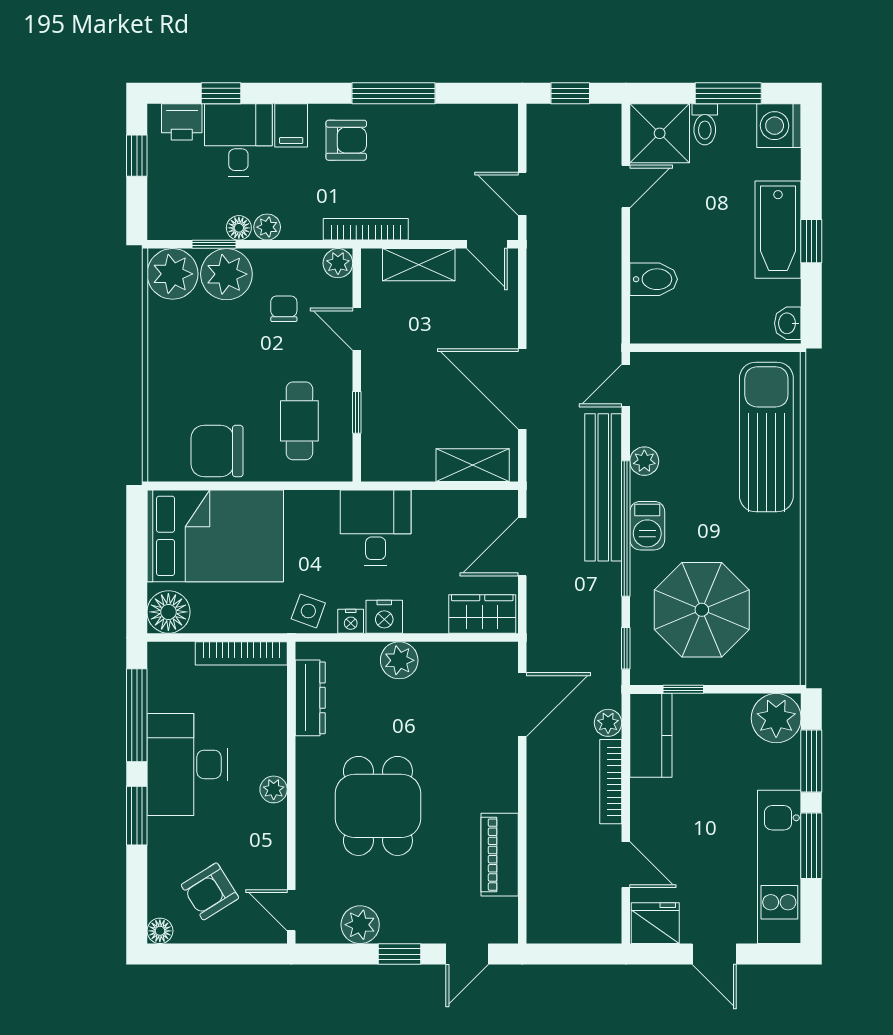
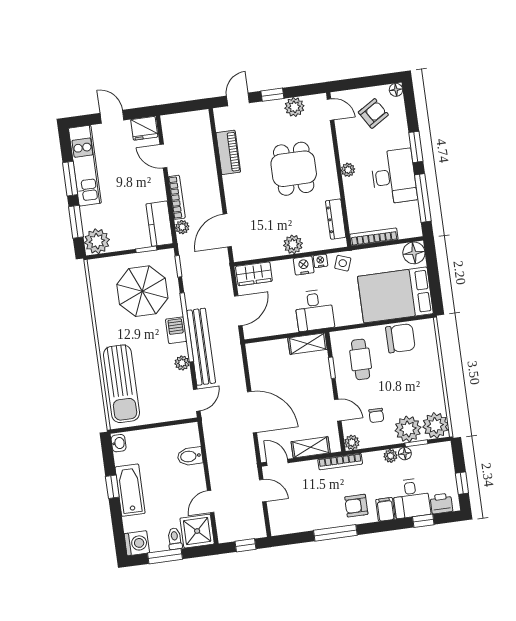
door: (522, 389) -> (252, 412), moved
shelving: (473, 465) -> (308, 344), moved

